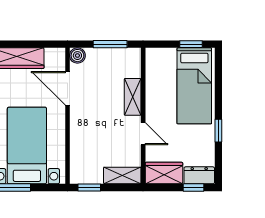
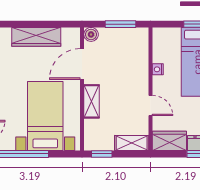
door: (67, 88) -> (82, 64), hinge flipped
nightstand: (151, 94) -> (158, 69), added
shelving: (133, 97) -> (92, 101), moved

